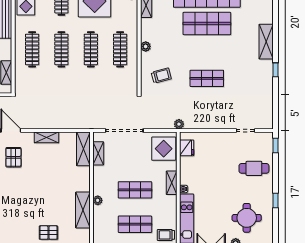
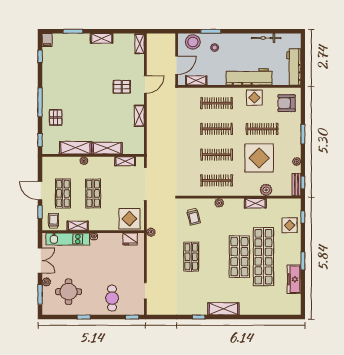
shelving: (83, 149) -> (107, 148), moved
shelving: (172, 183) -> (78, 226), moved

